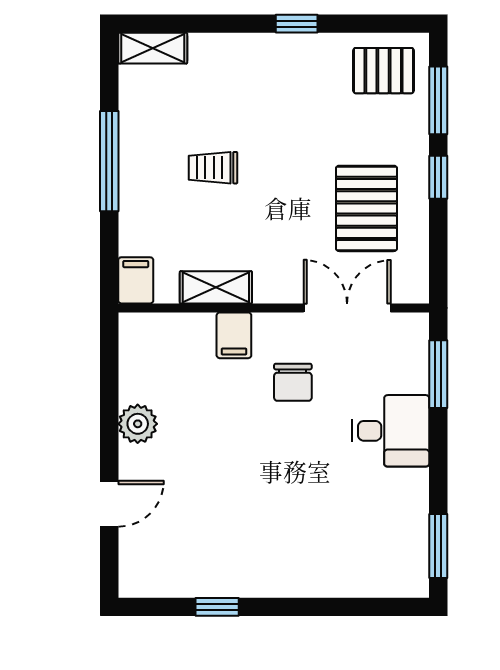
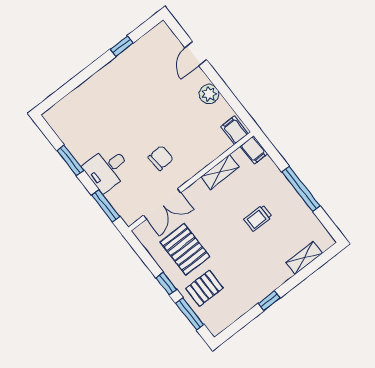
shelving: (153, 48) -> (304, 258), moved
pallet: (384, 71) -> (204, 288), moved
trolley: (213, 168) -> (258, 218), turned 180
filing cabinet: (234, 335) -> (235, 130), moved
chair: (293, 382) -> (161, 158), turned 86
window: (438, 546) -> (70, 160), moved

